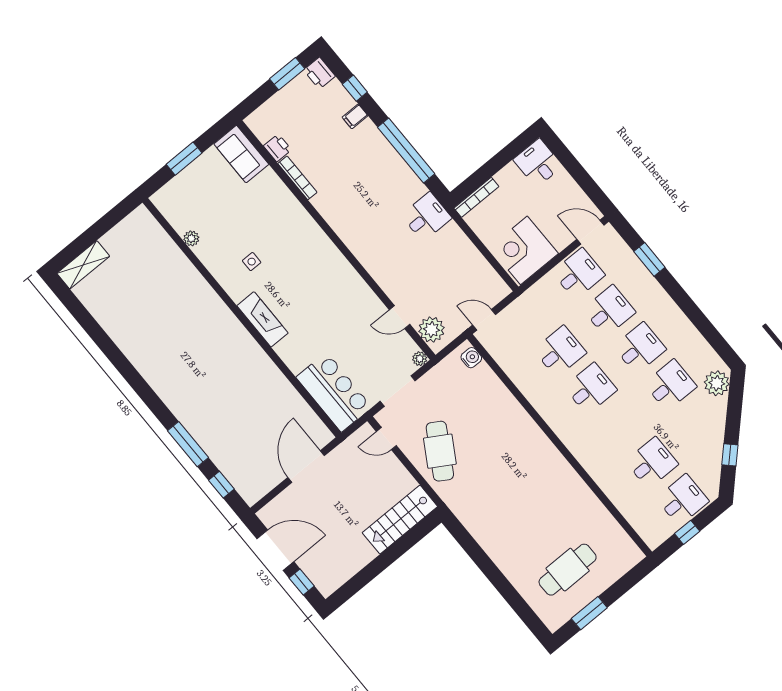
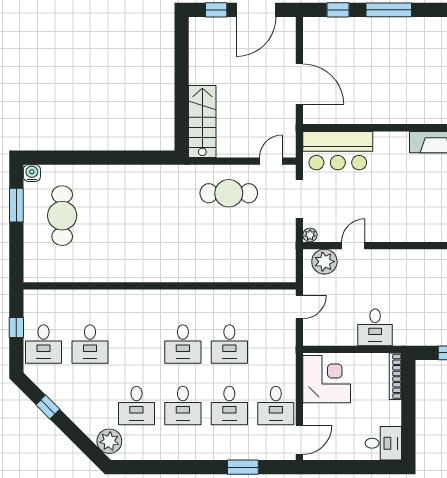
desk: (427, 217) -> (375, 327), moved
water cooler: (471, 358) -> (32, 173), moved, turned 180
cafe table: (440, 451) -> (229, 193), turned -31

